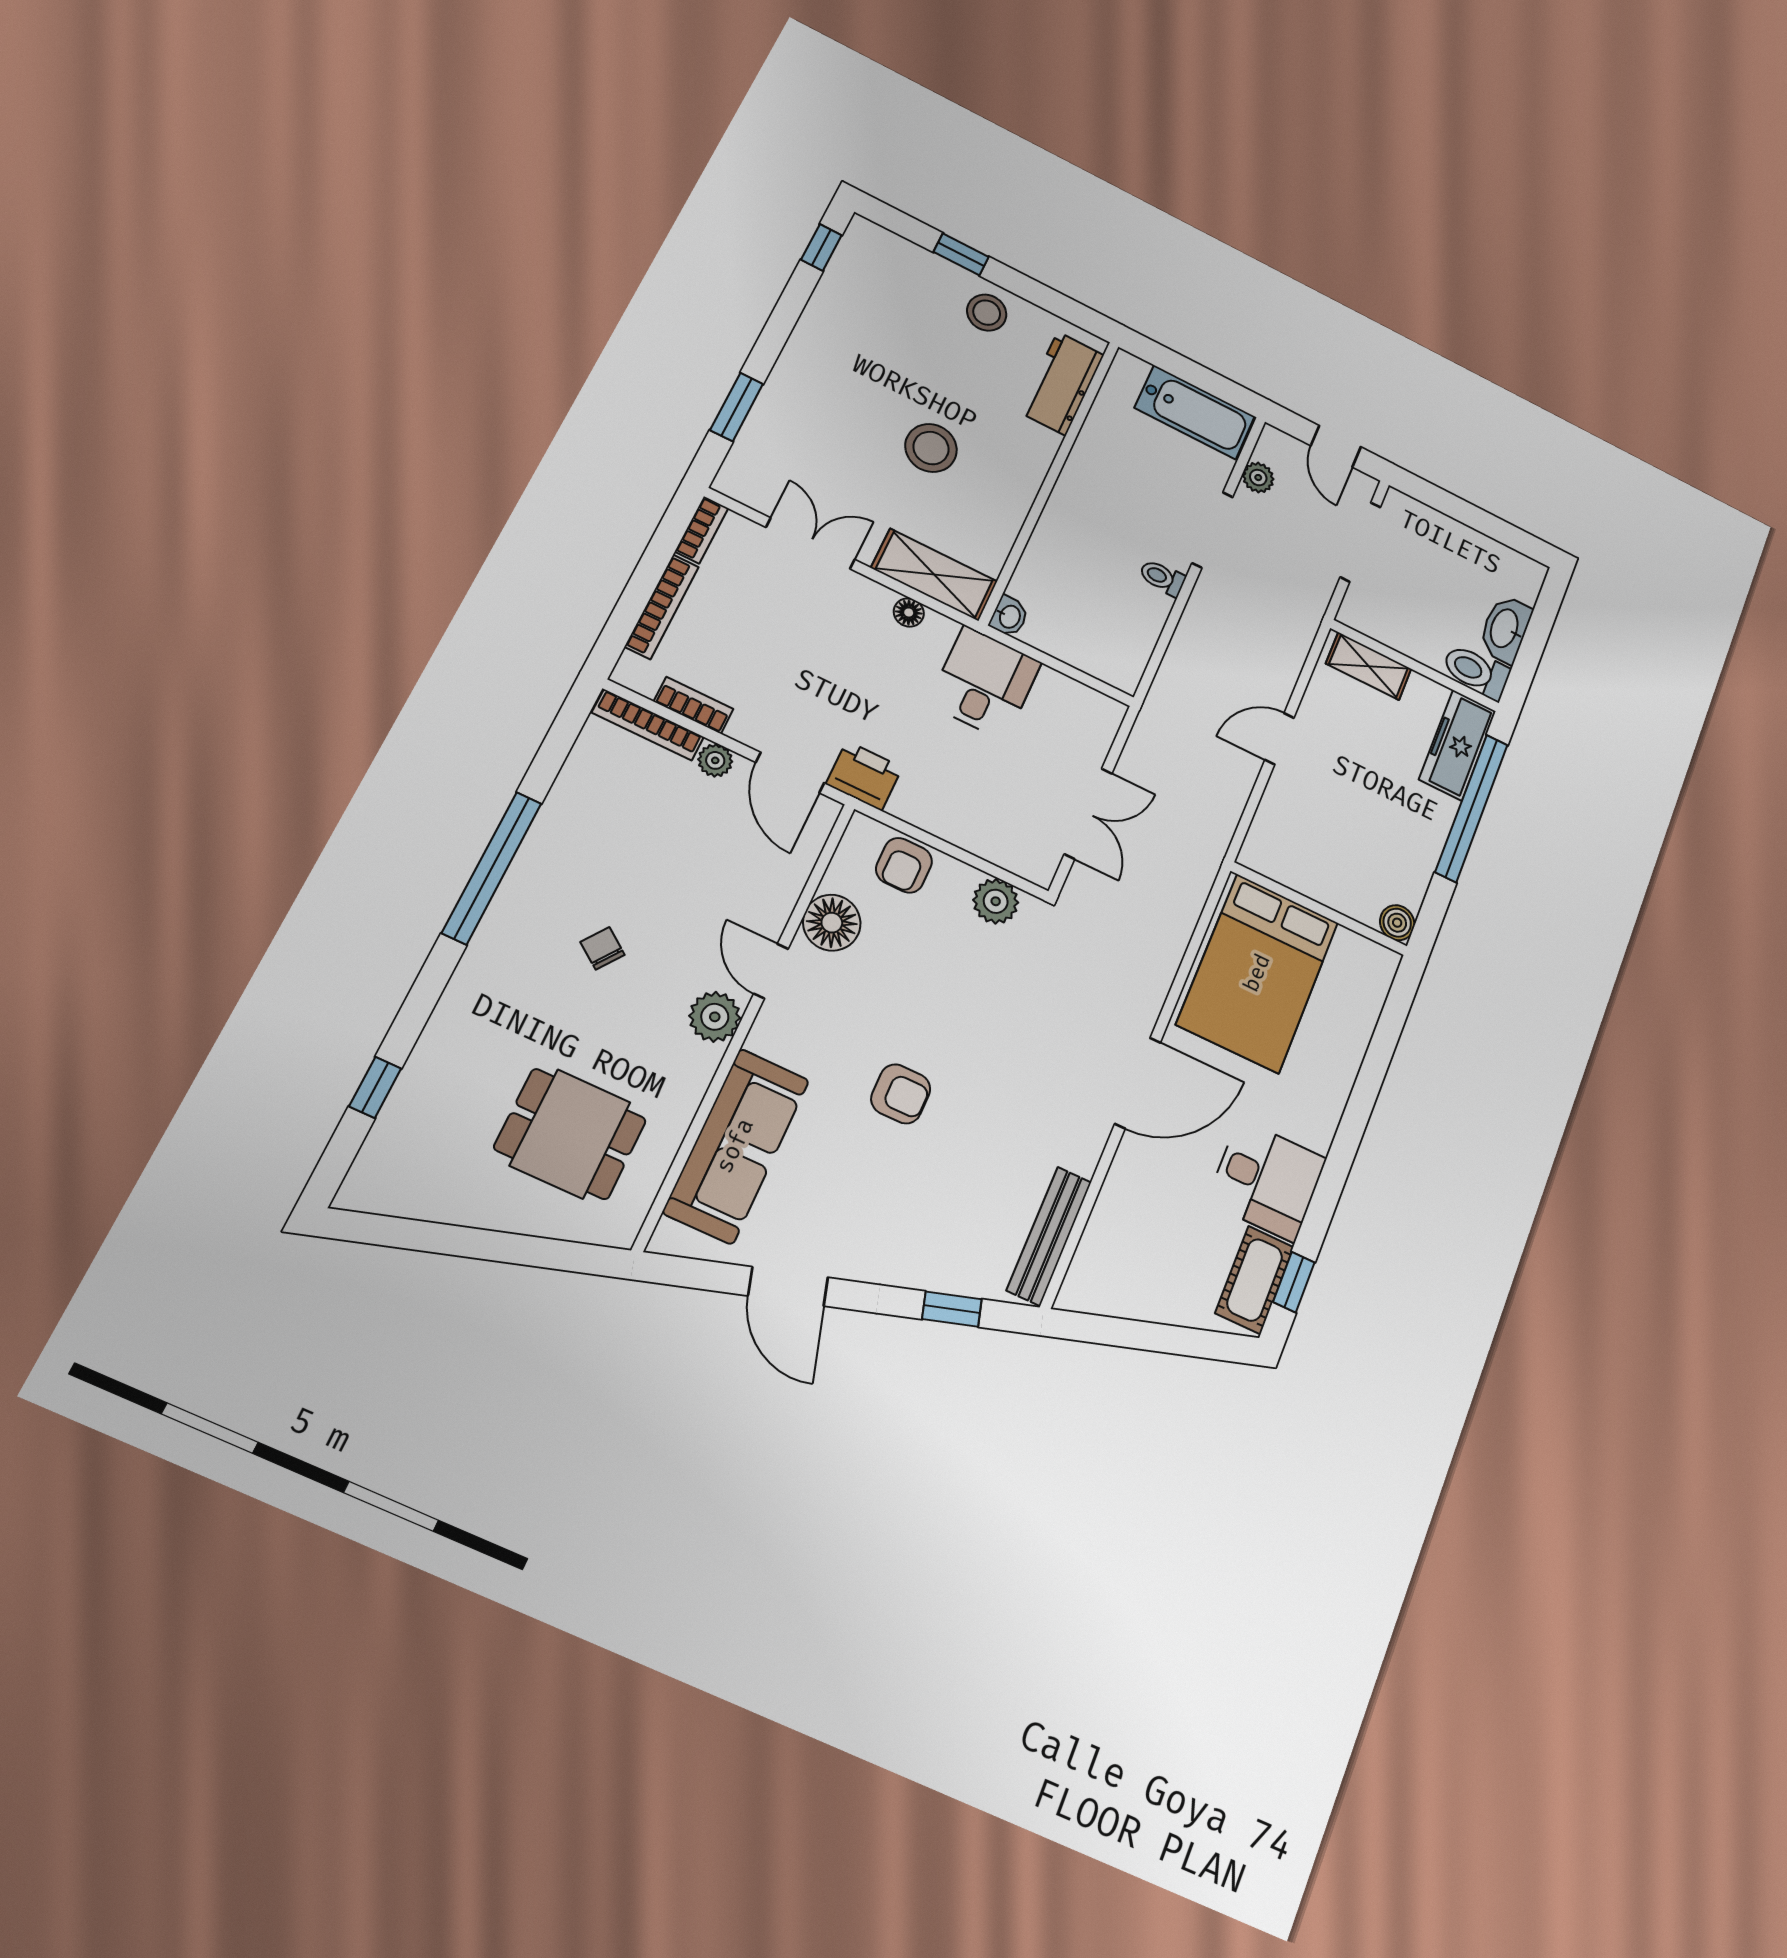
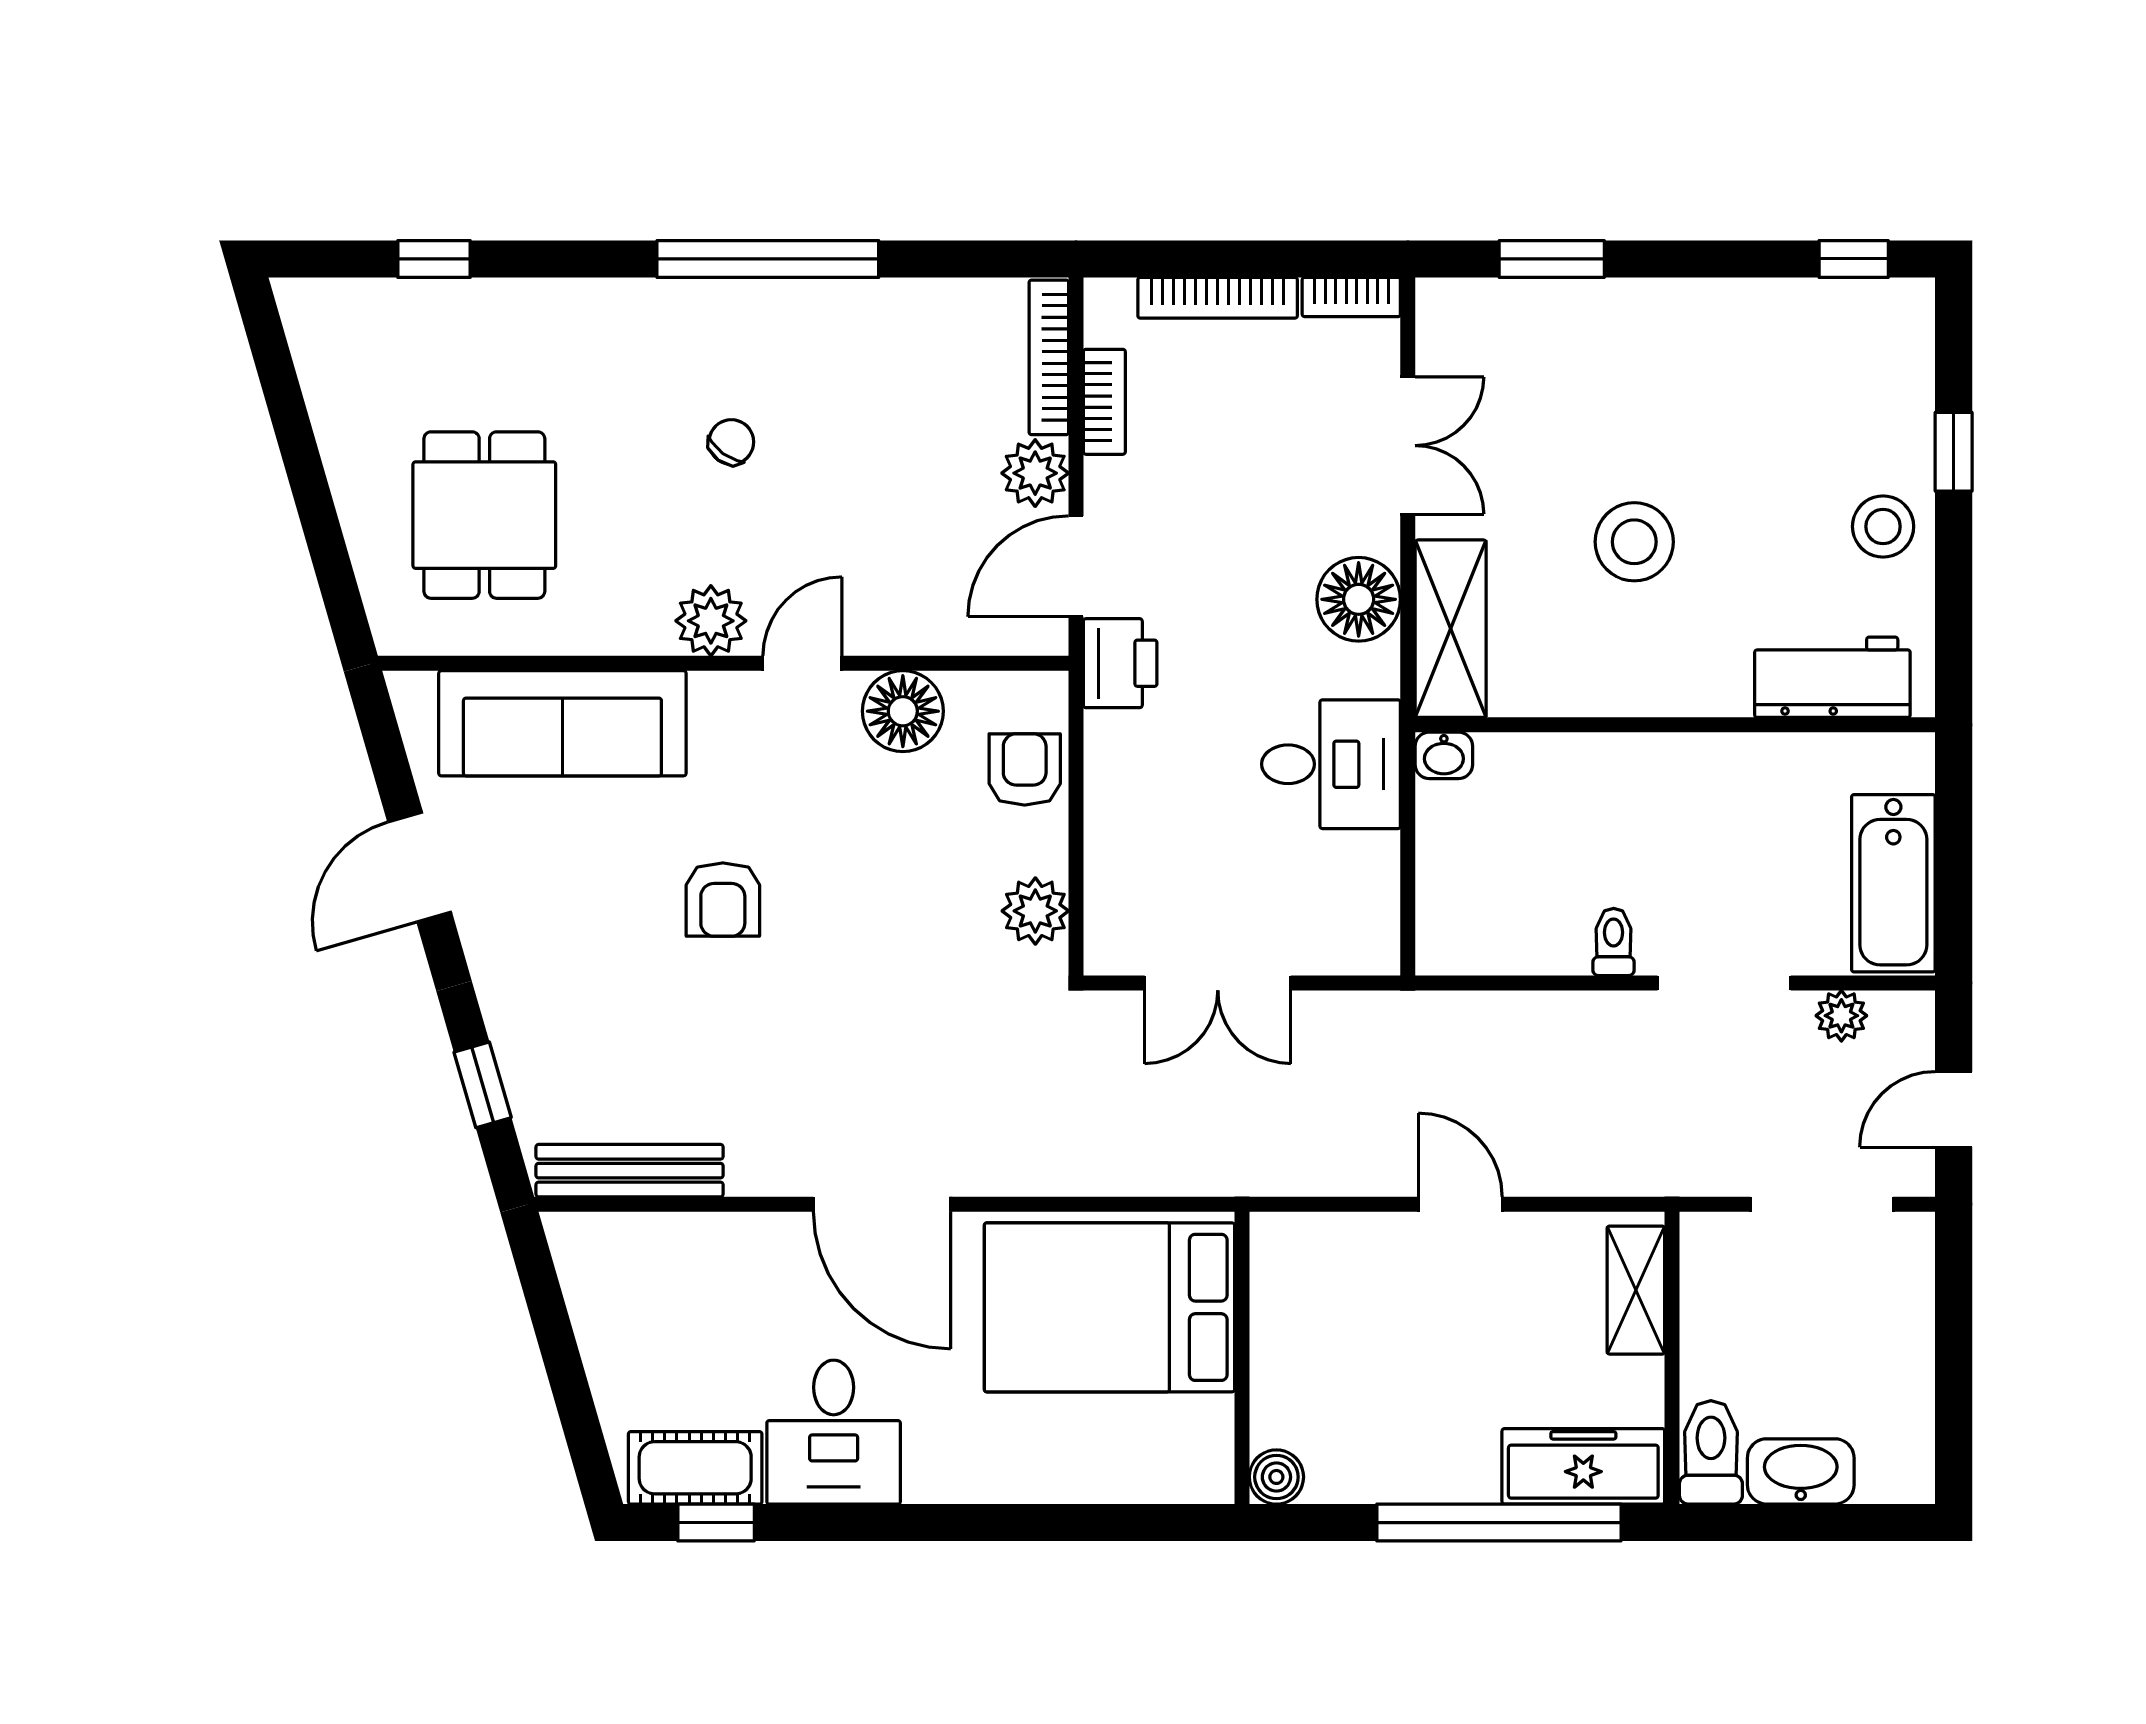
floor lamp: (909, 613) -> (1359, 599), width x1.89, depth x1.89
plant: (715, 760) -> (1035, 473), width x1.38, depth x1.38
armchair: (904, 865) -> (1025, 769), turned 90

